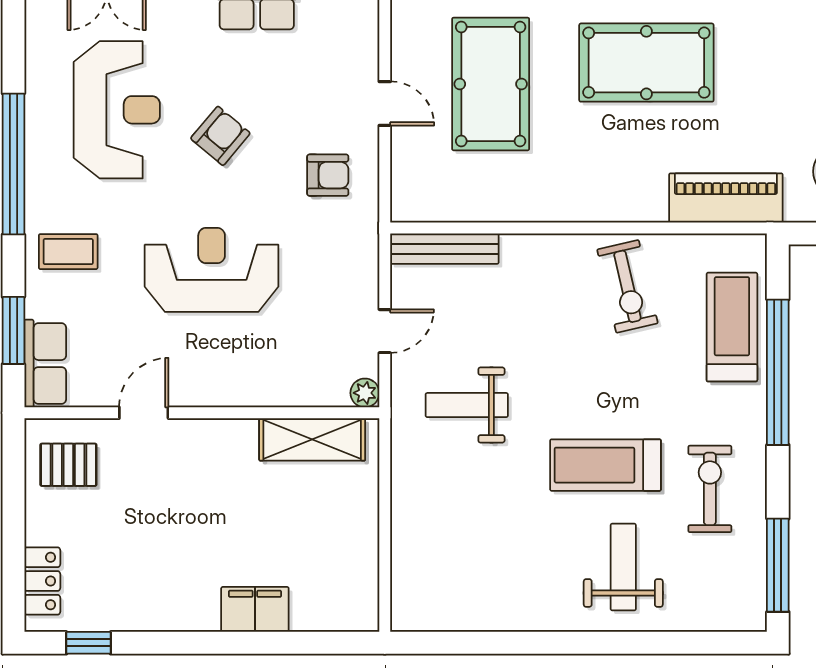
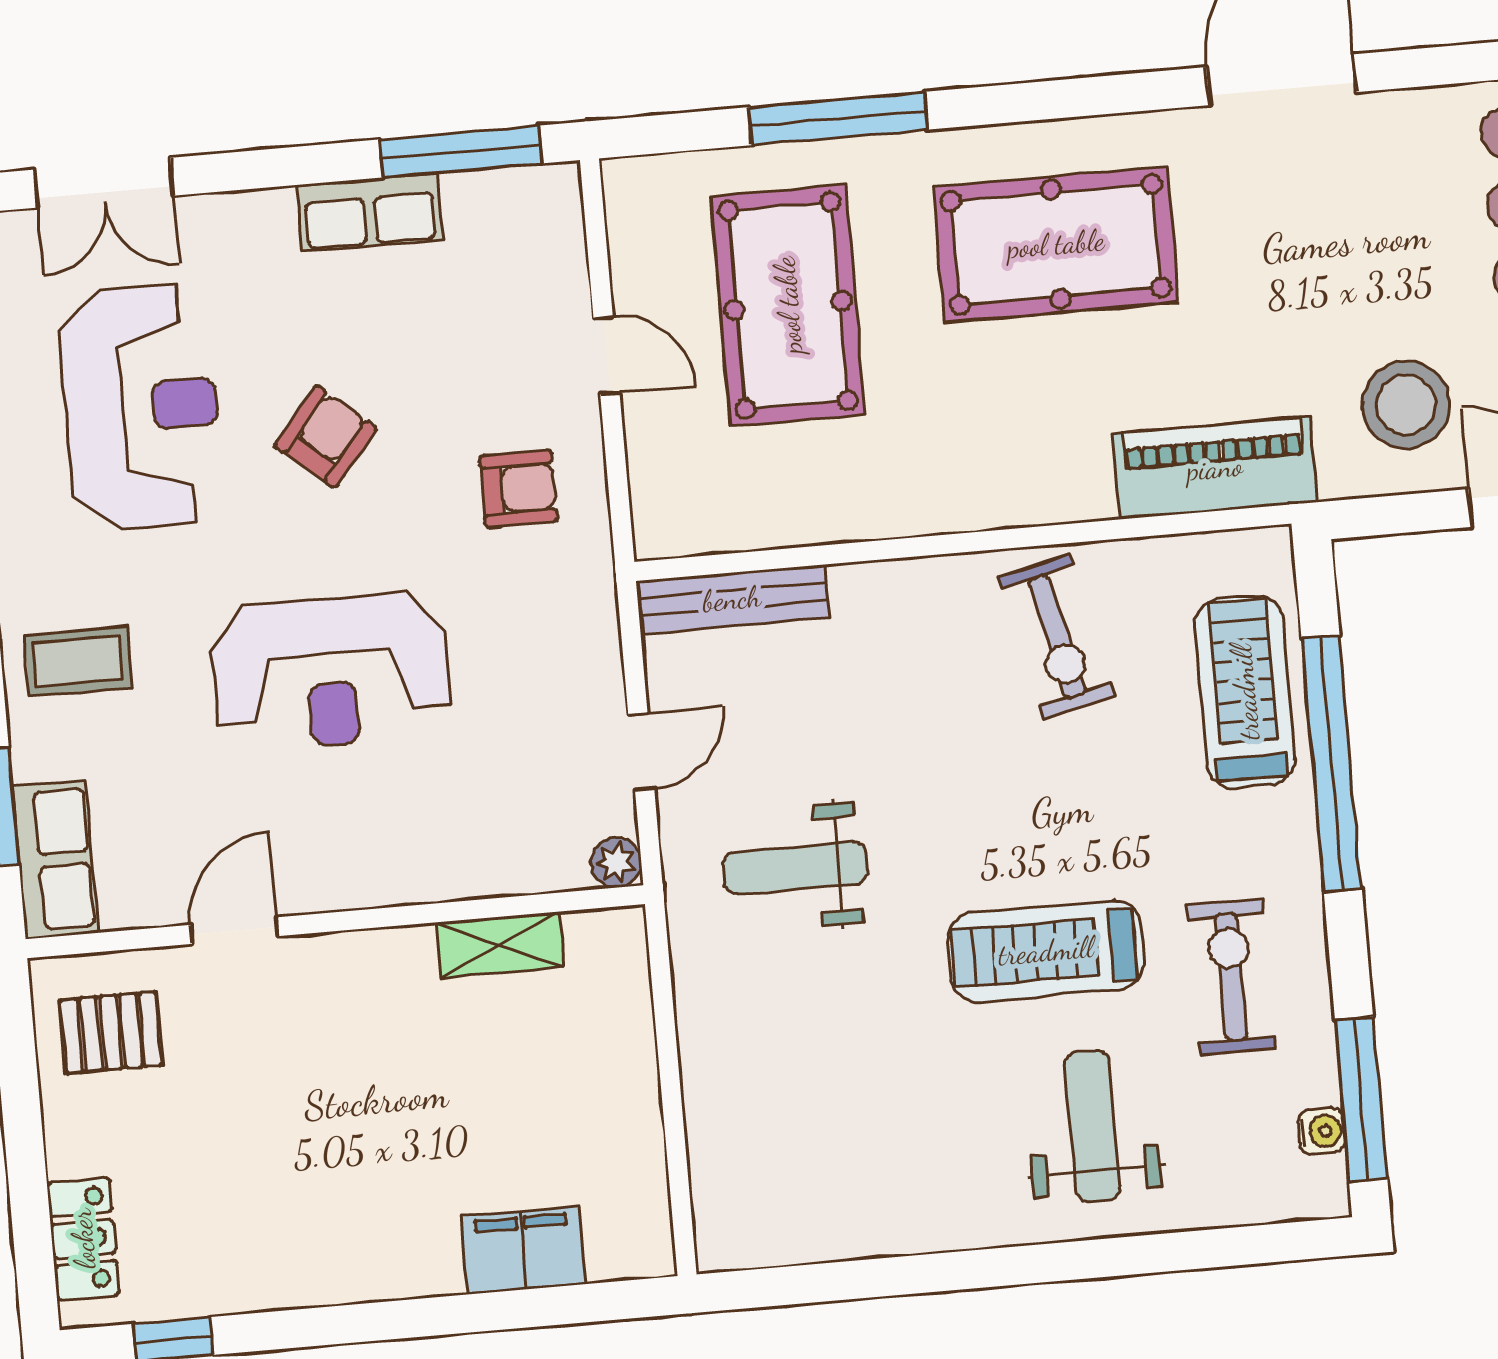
reception desk: (212, 270) -> (330, 671), turned 180
shelving: (312, 439) -> (500, 945), width x0.67, depth x0.75
water cooler: (754, 582) -> (1322, 1131), added
filing cabinet: (255, 609) -> (523, 1250), moved

